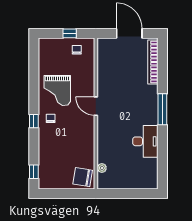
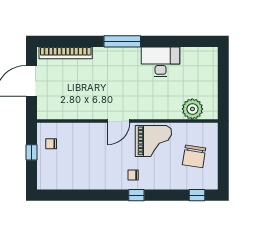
grand piano: (57, 91) -> (153, 141), moved
plant: (102, 168) -> (192, 109), width x1.88, depth x1.88
chair: (83, 177) -> (194, 156), moved

